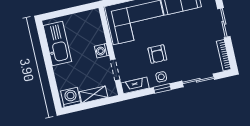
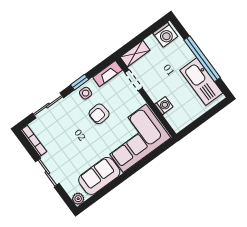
washing machine: (102, 51) -> (164, 106), moved
armchair: (157, 54) -> (99, 114), turned -95
window: (48, 63) -> (202, 59), added
shelving: (94, 95) -> (135, 54), moved

